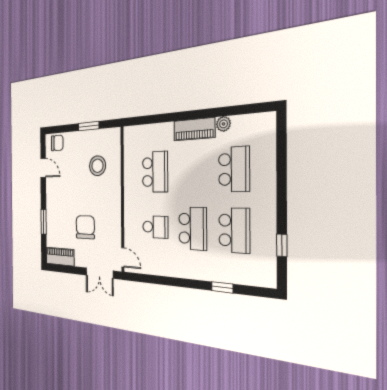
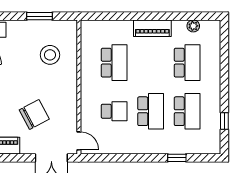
plant: (224, 124) -> (193, 26), moved
chair: (85, 227) -> (34, 114), turned 62

